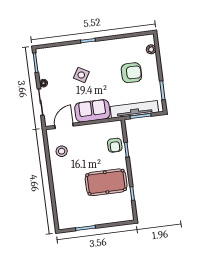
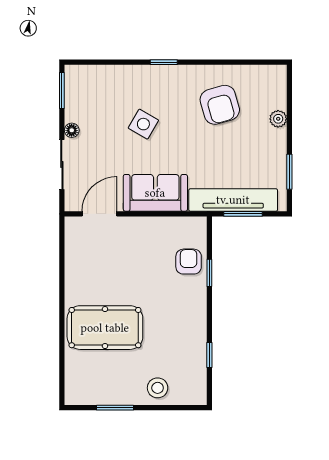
plant: (151, 49) -> (278, 119), moved
armchair: (131, 73) -> (220, 105), moved, turned 74
armchair: (115, 145) -> (189, 262), turned 180
stool: (62, 151) -> (158, 388), moved
pool table: (106, 182) -> (105, 328), moved

